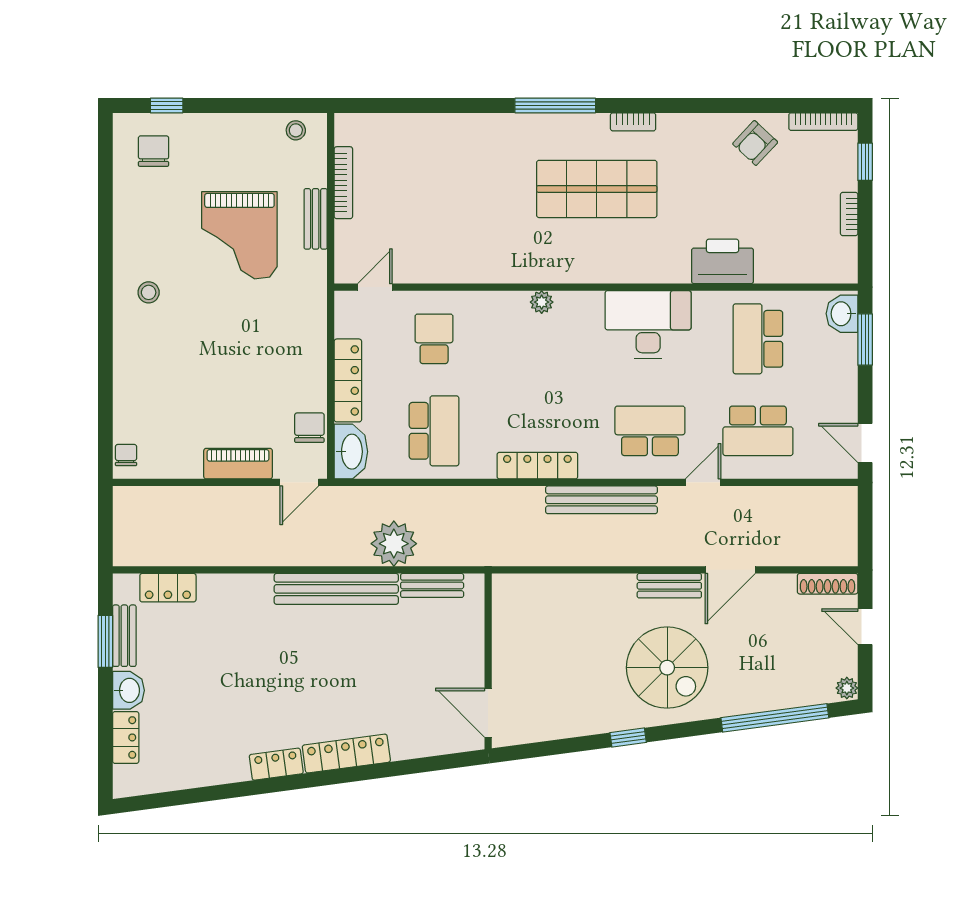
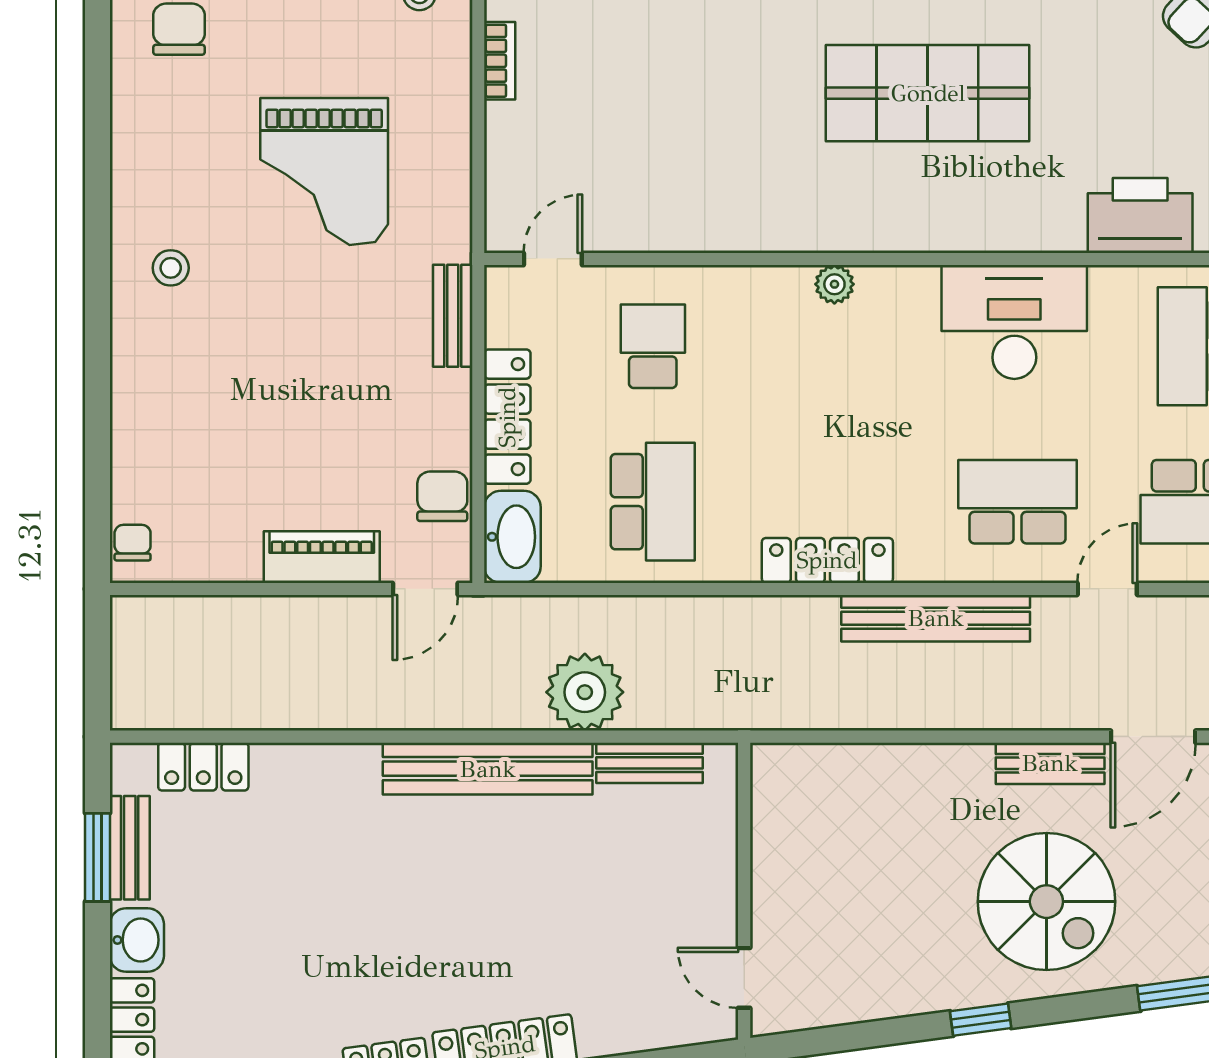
bookcase: (343, 183) -> (500, 61), width x0.64
bench: (316, 219) -> (453, 316), moved
door: (488, 713) -> (744, 978), width x0.73

